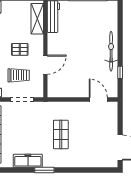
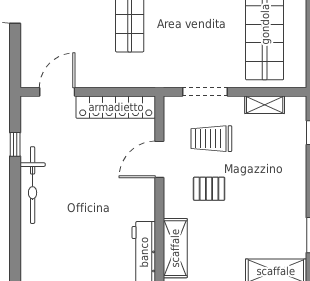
locker: (68, 92) -> (116, 107), added
door: (98, 99) -> (57, 92), swing flipped

